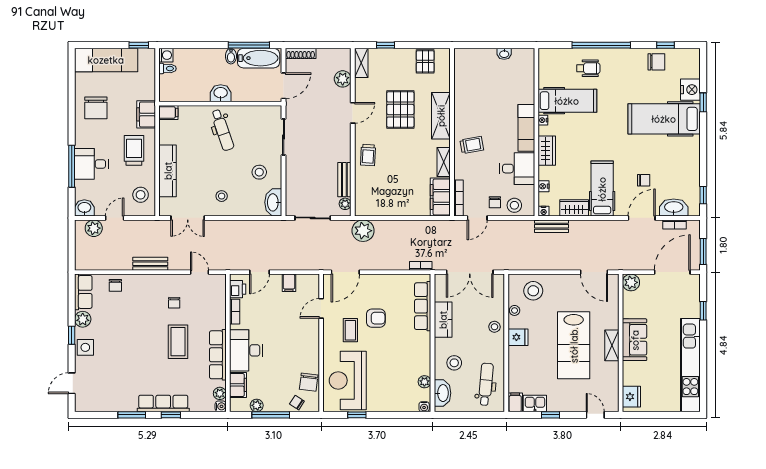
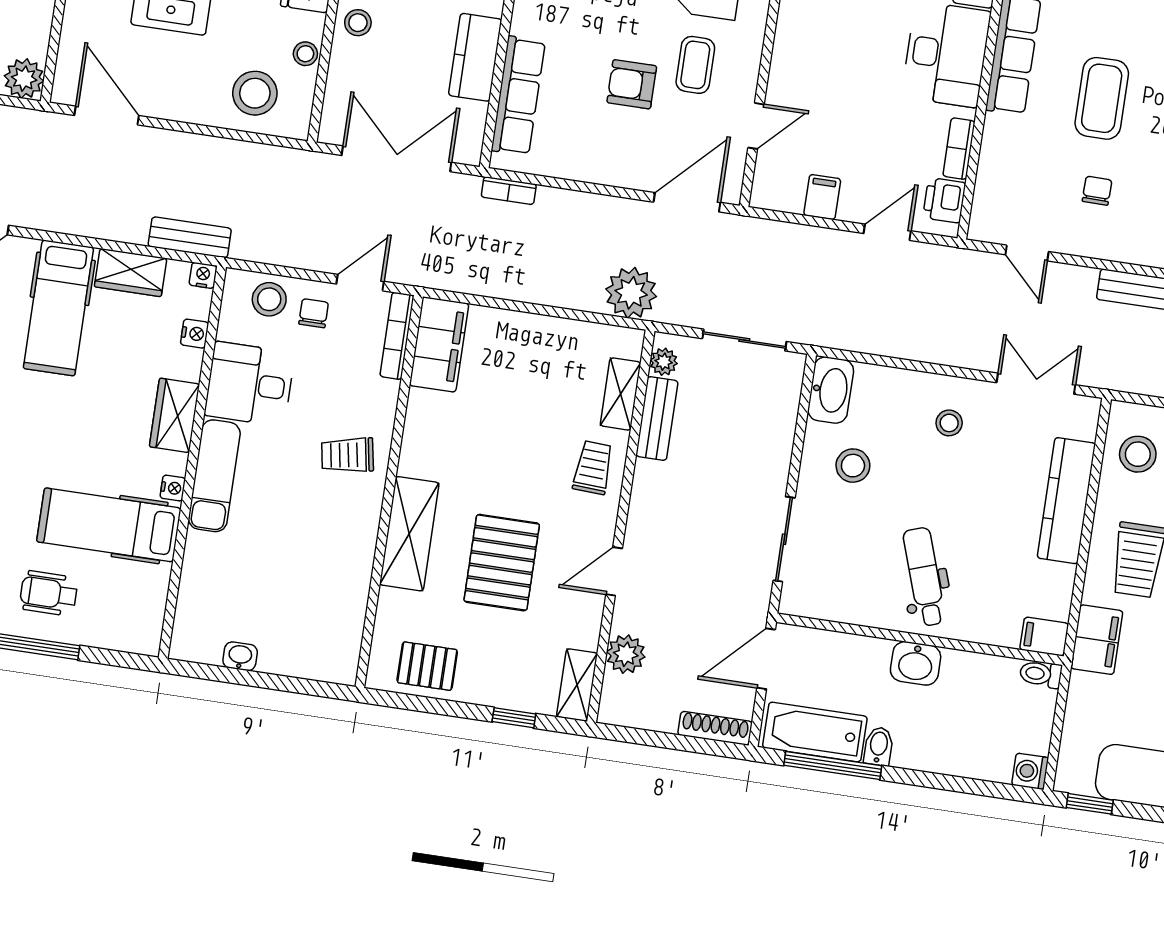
pallet: (425, 61) -> (427, 666), turned 90
toilet: (168, 69) -> (1041, 674), moved
shelving: (444, 162) -> (621, 394), moved

